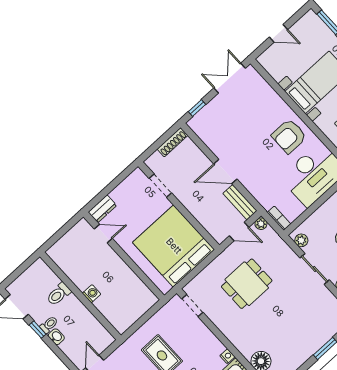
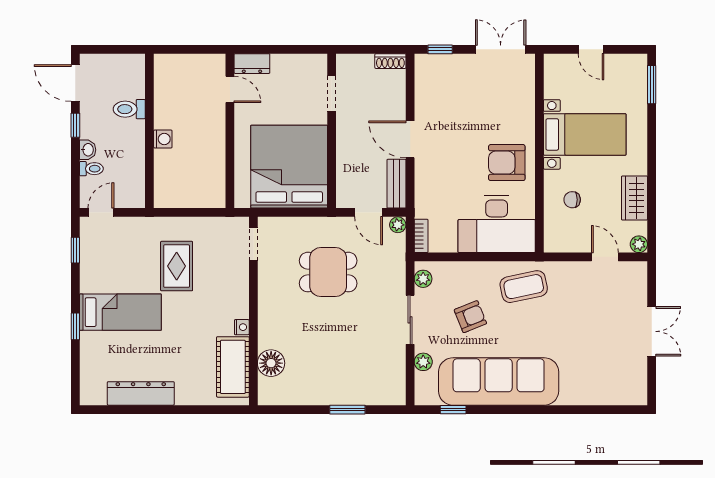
shoe rack: (172, 142) -> (390, 61), width x0.70
toilet: (49, 325) -> (91, 169), moved

